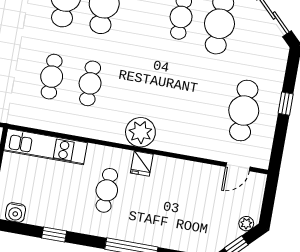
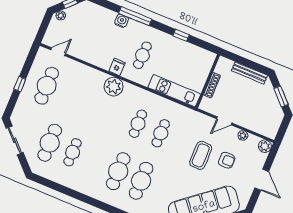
water cooler: (15, 212) -> (122, 21), moved

